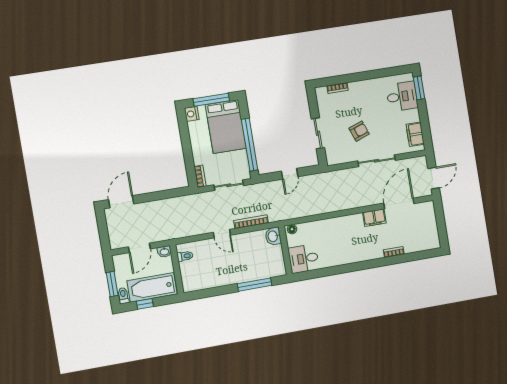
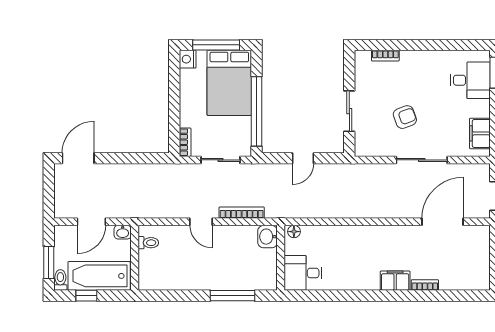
filing cabinet: (374, 218) -> (395, 281), moved, turned 180

